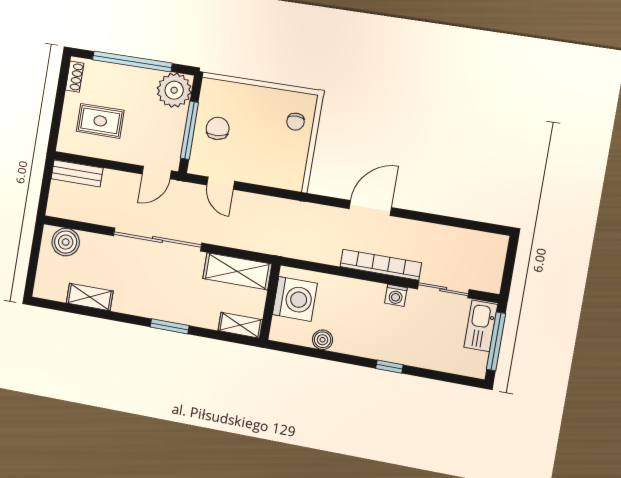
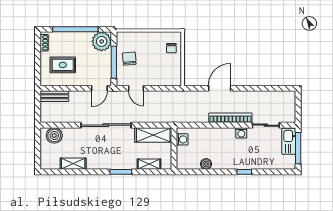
washing machine: (295, 299) -> (182, 139), width x0.53, depth x0.53
shelving: (240, 325) -> (149, 164), moved

